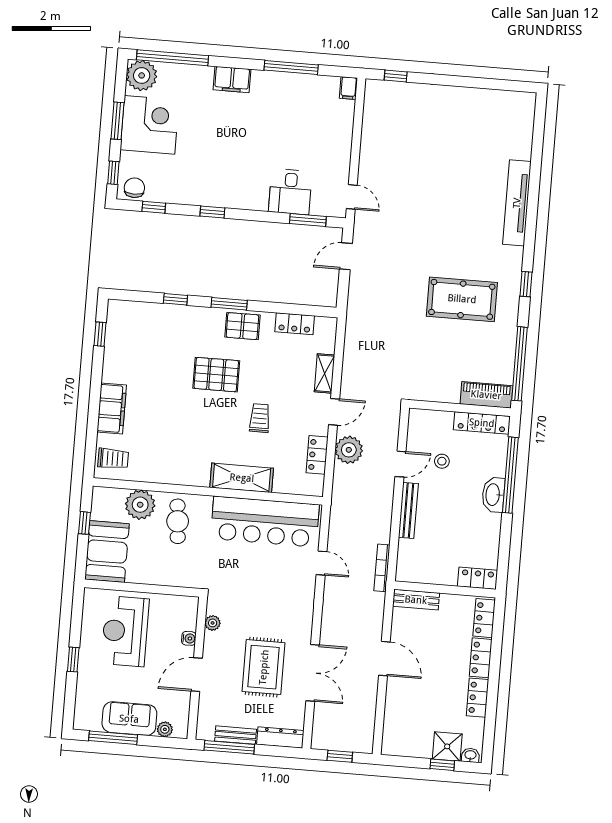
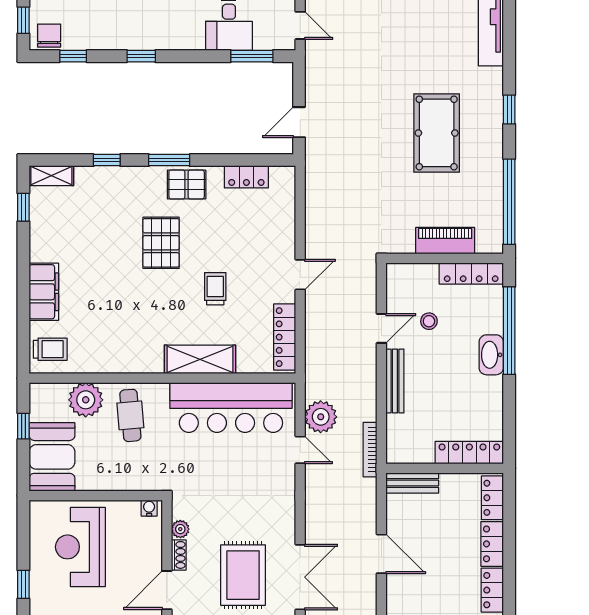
door: (346, 256) -> (299, 122), moved
pool table: (462, 299) -> (437, 133), turned 90
shelving: (325, 373) -> (51, 176), moved, turned 90
pallet: (216, 375) -> (161, 243), turned 90
piano: (486, 395) -> (445, 241), moved
plant: (349, 450) -> (321, 417), moved
locker: (317, 455) -> (285, 337), width x1.53
locker: (478, 578) -> (469, 453), width x1.53
water cooler: (189, 638) -> (149, 508), moved, turned -90
shoe rack: (209, 645) -> (179, 555), added

